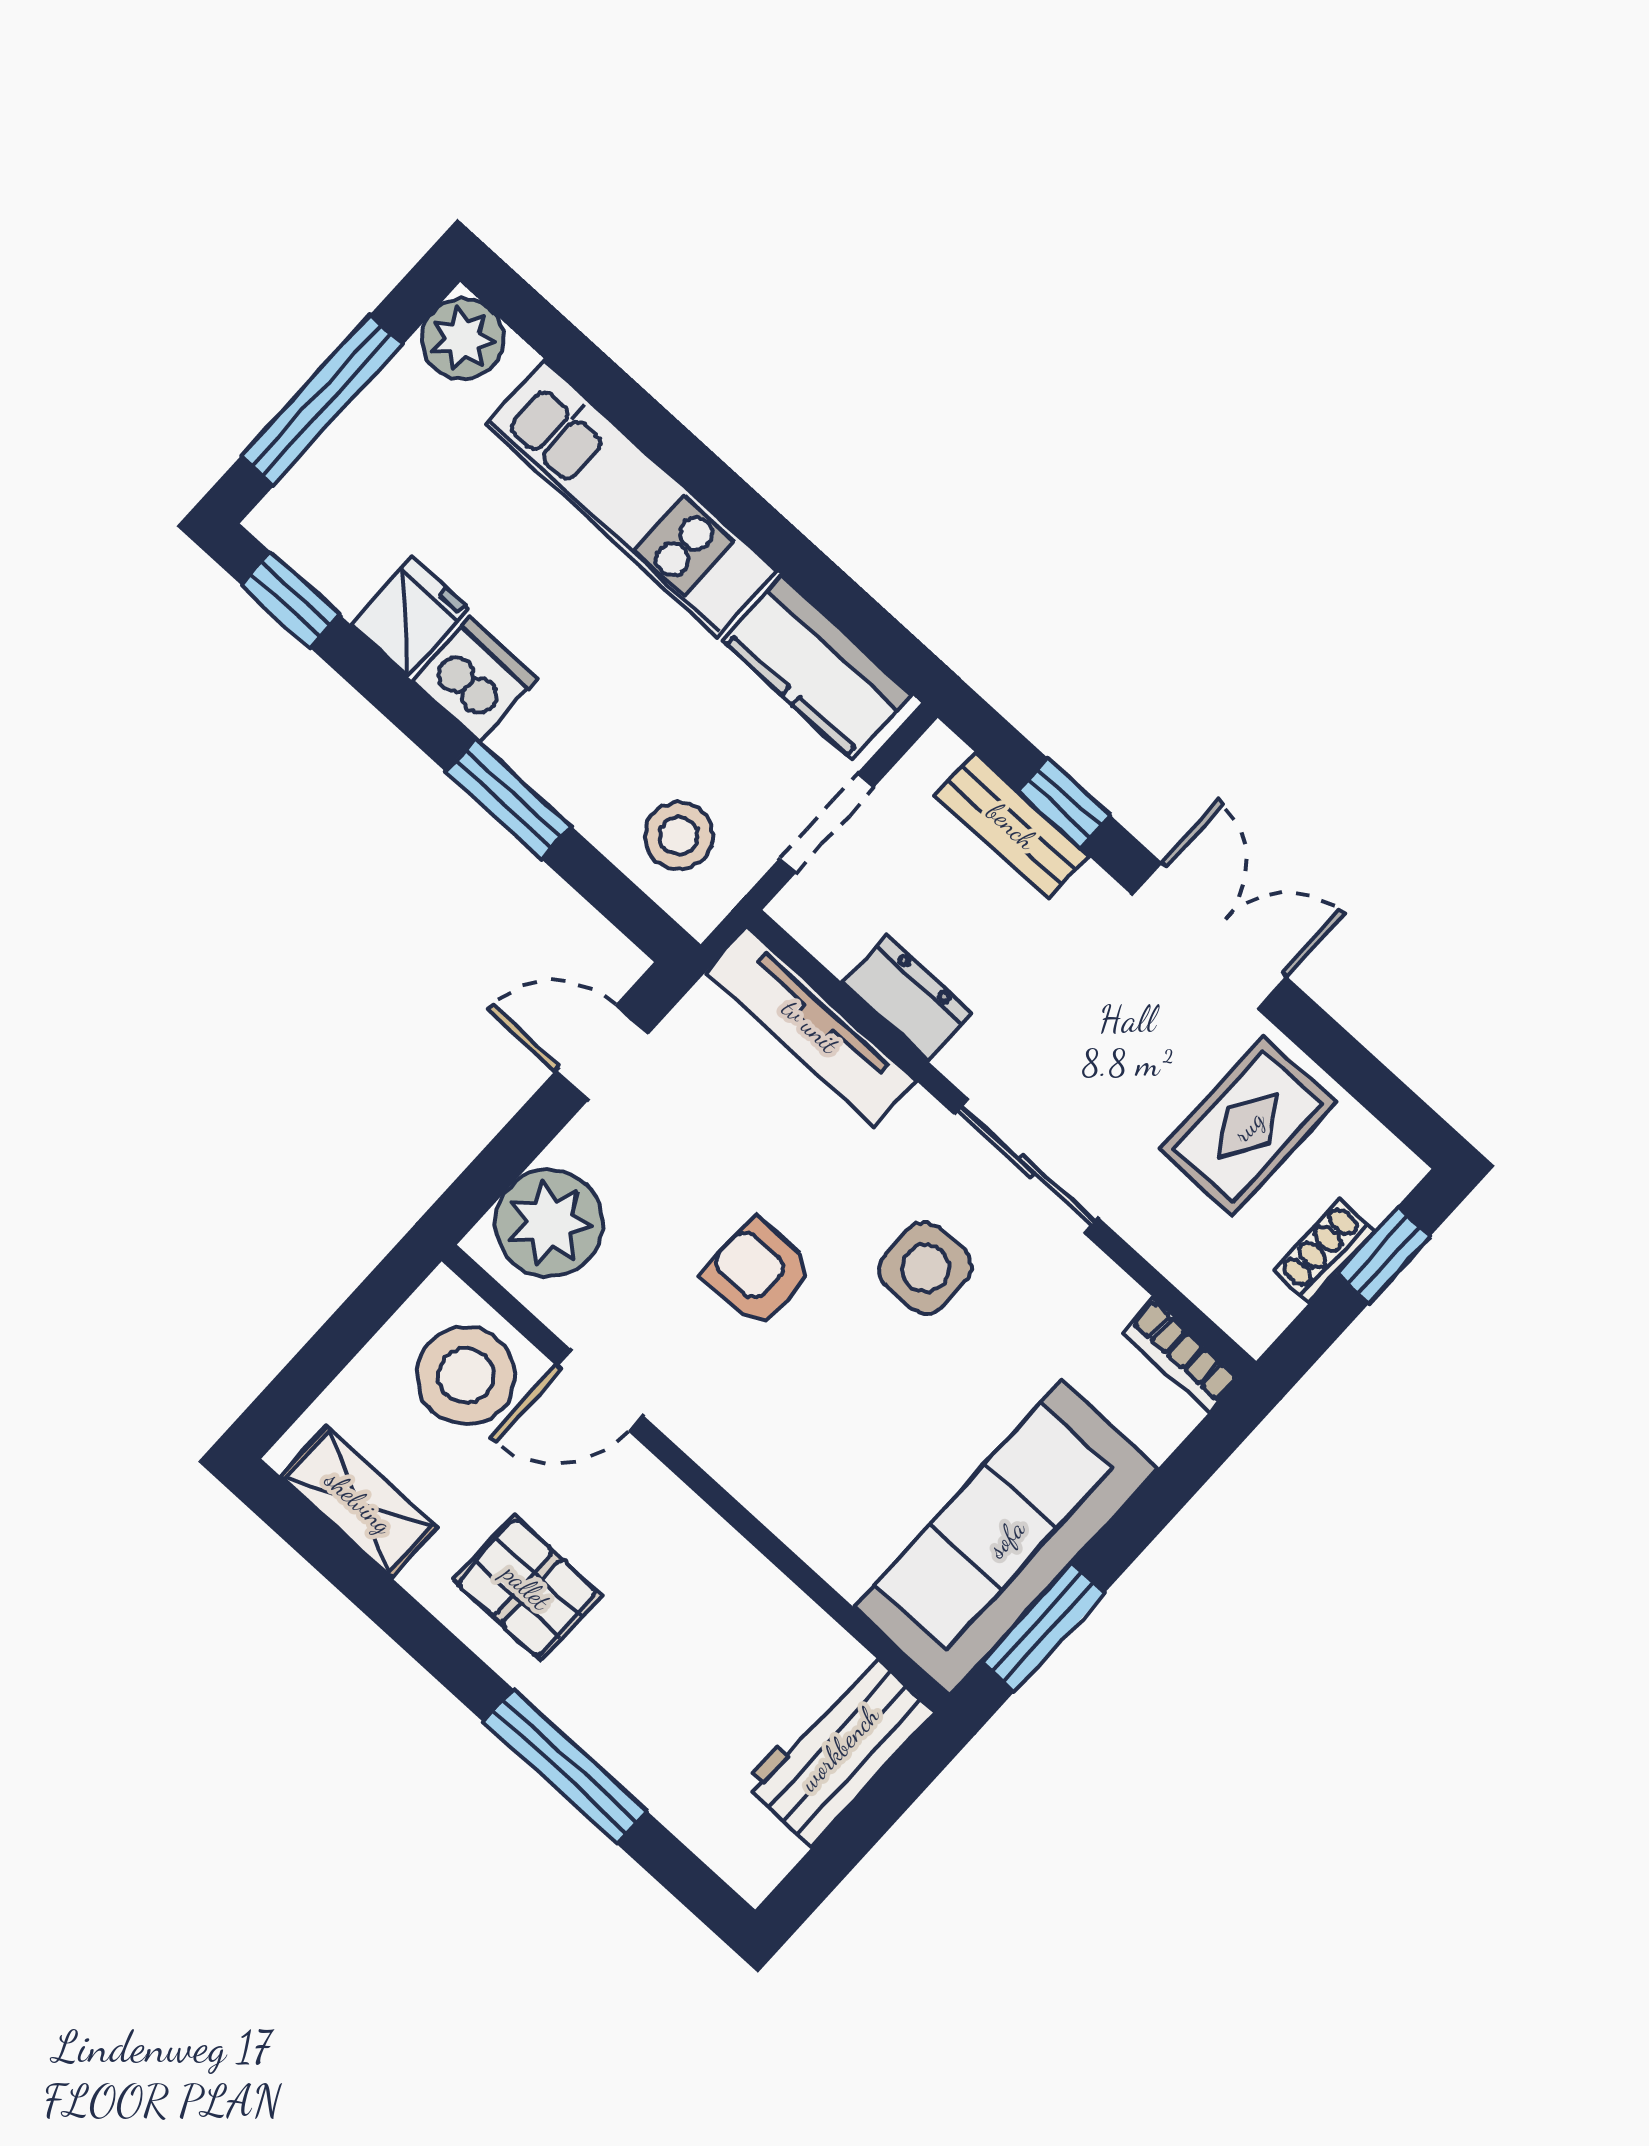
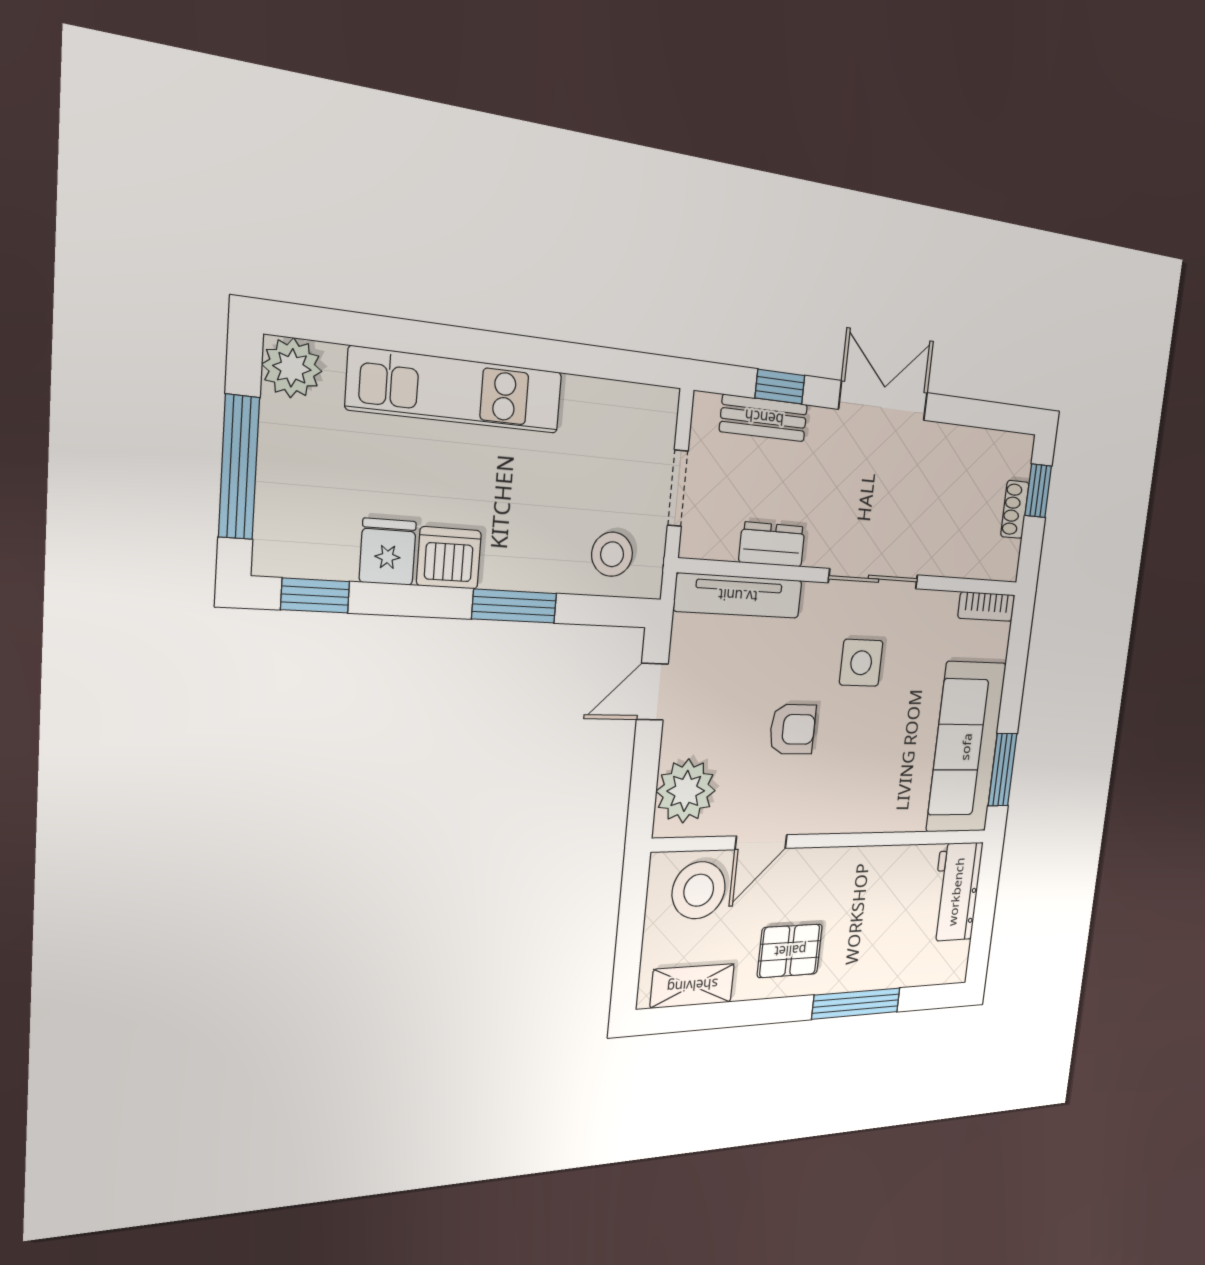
kitchen counter: (817, 667) -> (618, 410), removed
rug: (1248, 1126) -> (952, 479), removed
armchair: (758, 1273) -> (793, 729), turned 180

